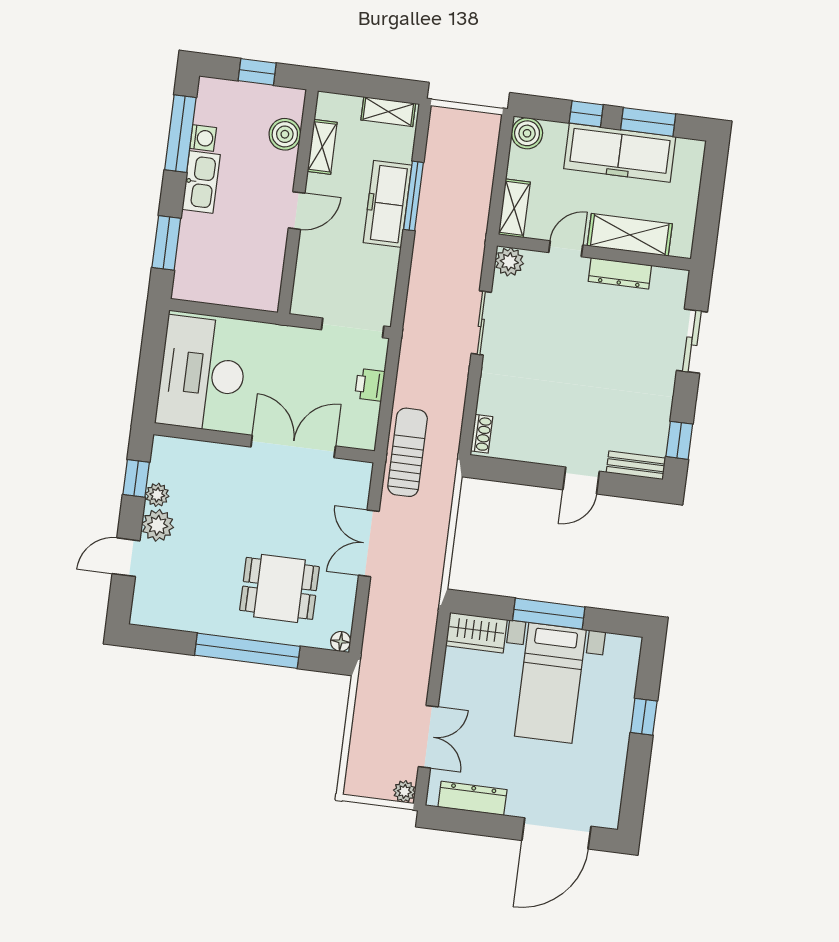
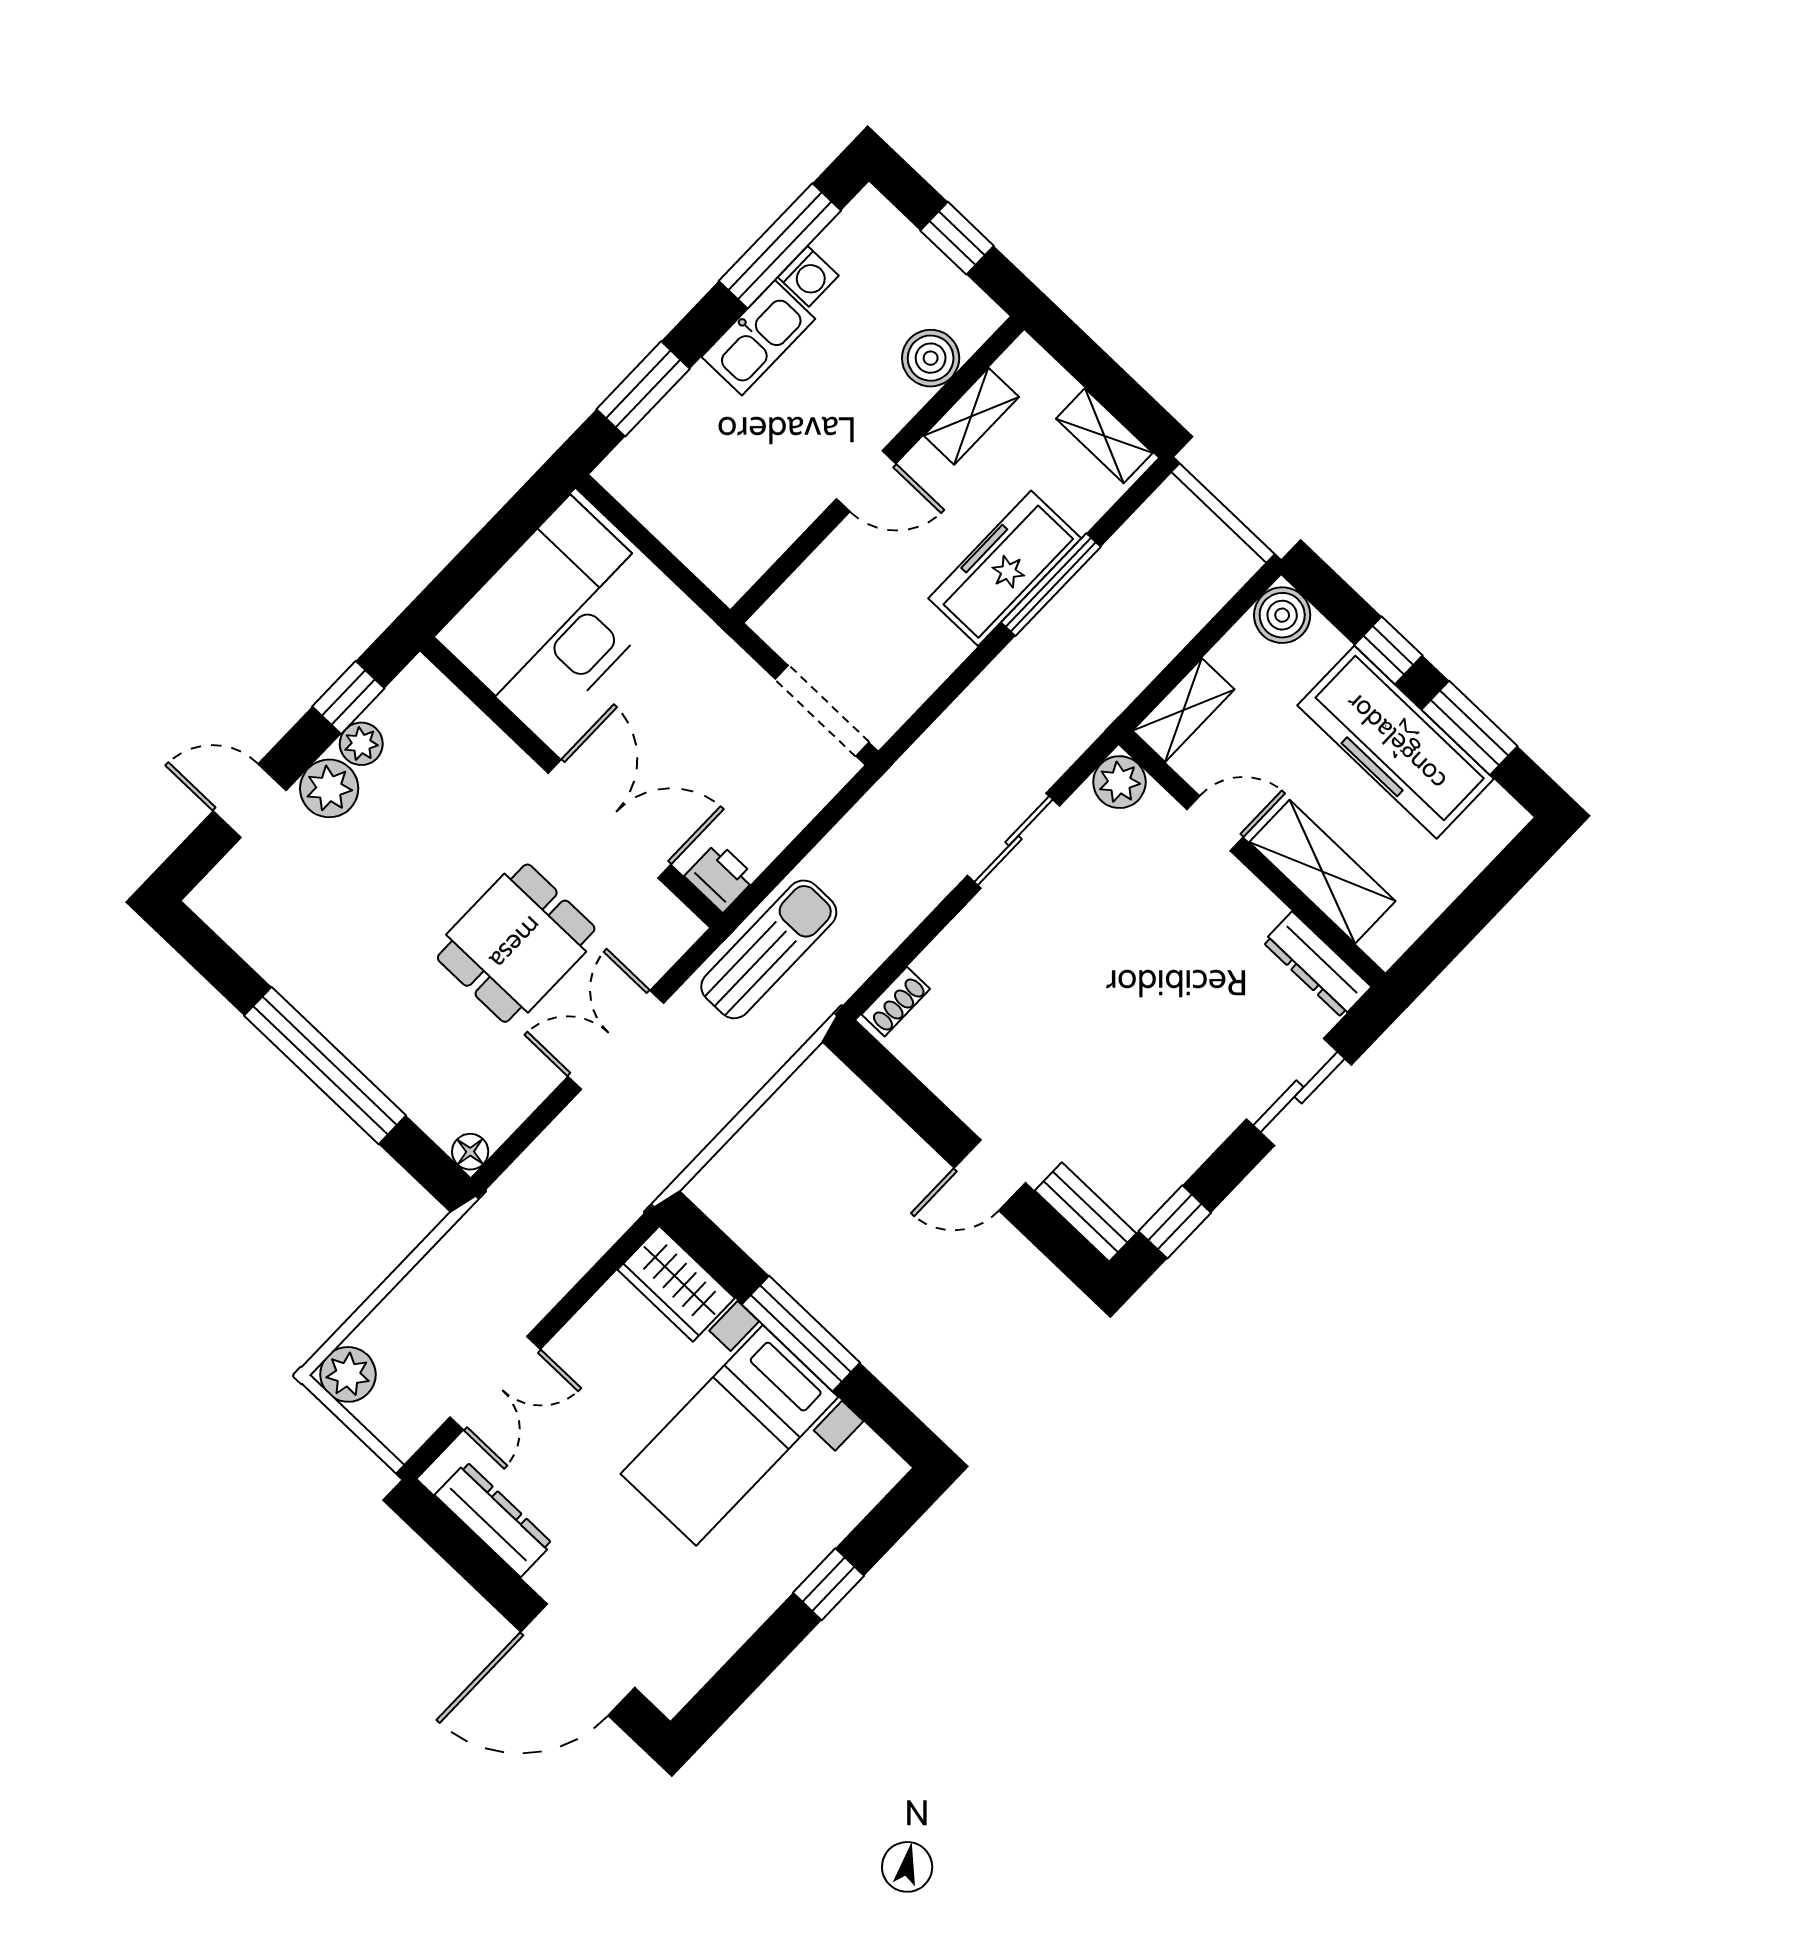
dresser: (620, 273) -> (1317, 965), moved
printer: (370, 385) -> (720, 877), moved, turned 90
dining table: (279, 588) -> (516, 943), moved, turned 90
plant: (404, 791) -> (348, 1374), moved, width x1.38, depth x1.38

